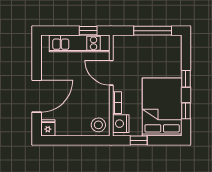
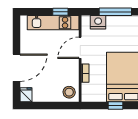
door: (111, 73) -> (80, 48), hinge flipped
nightstand: (121, 124) -> (98, 22), moved, turned 90
window: (139, 140) -> (115, 105), moved

